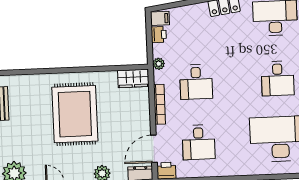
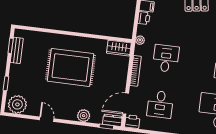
desk: (196, 82) -> (166, 58), turned 180
rug: (75, 114) -> (71, 67), turned 90

